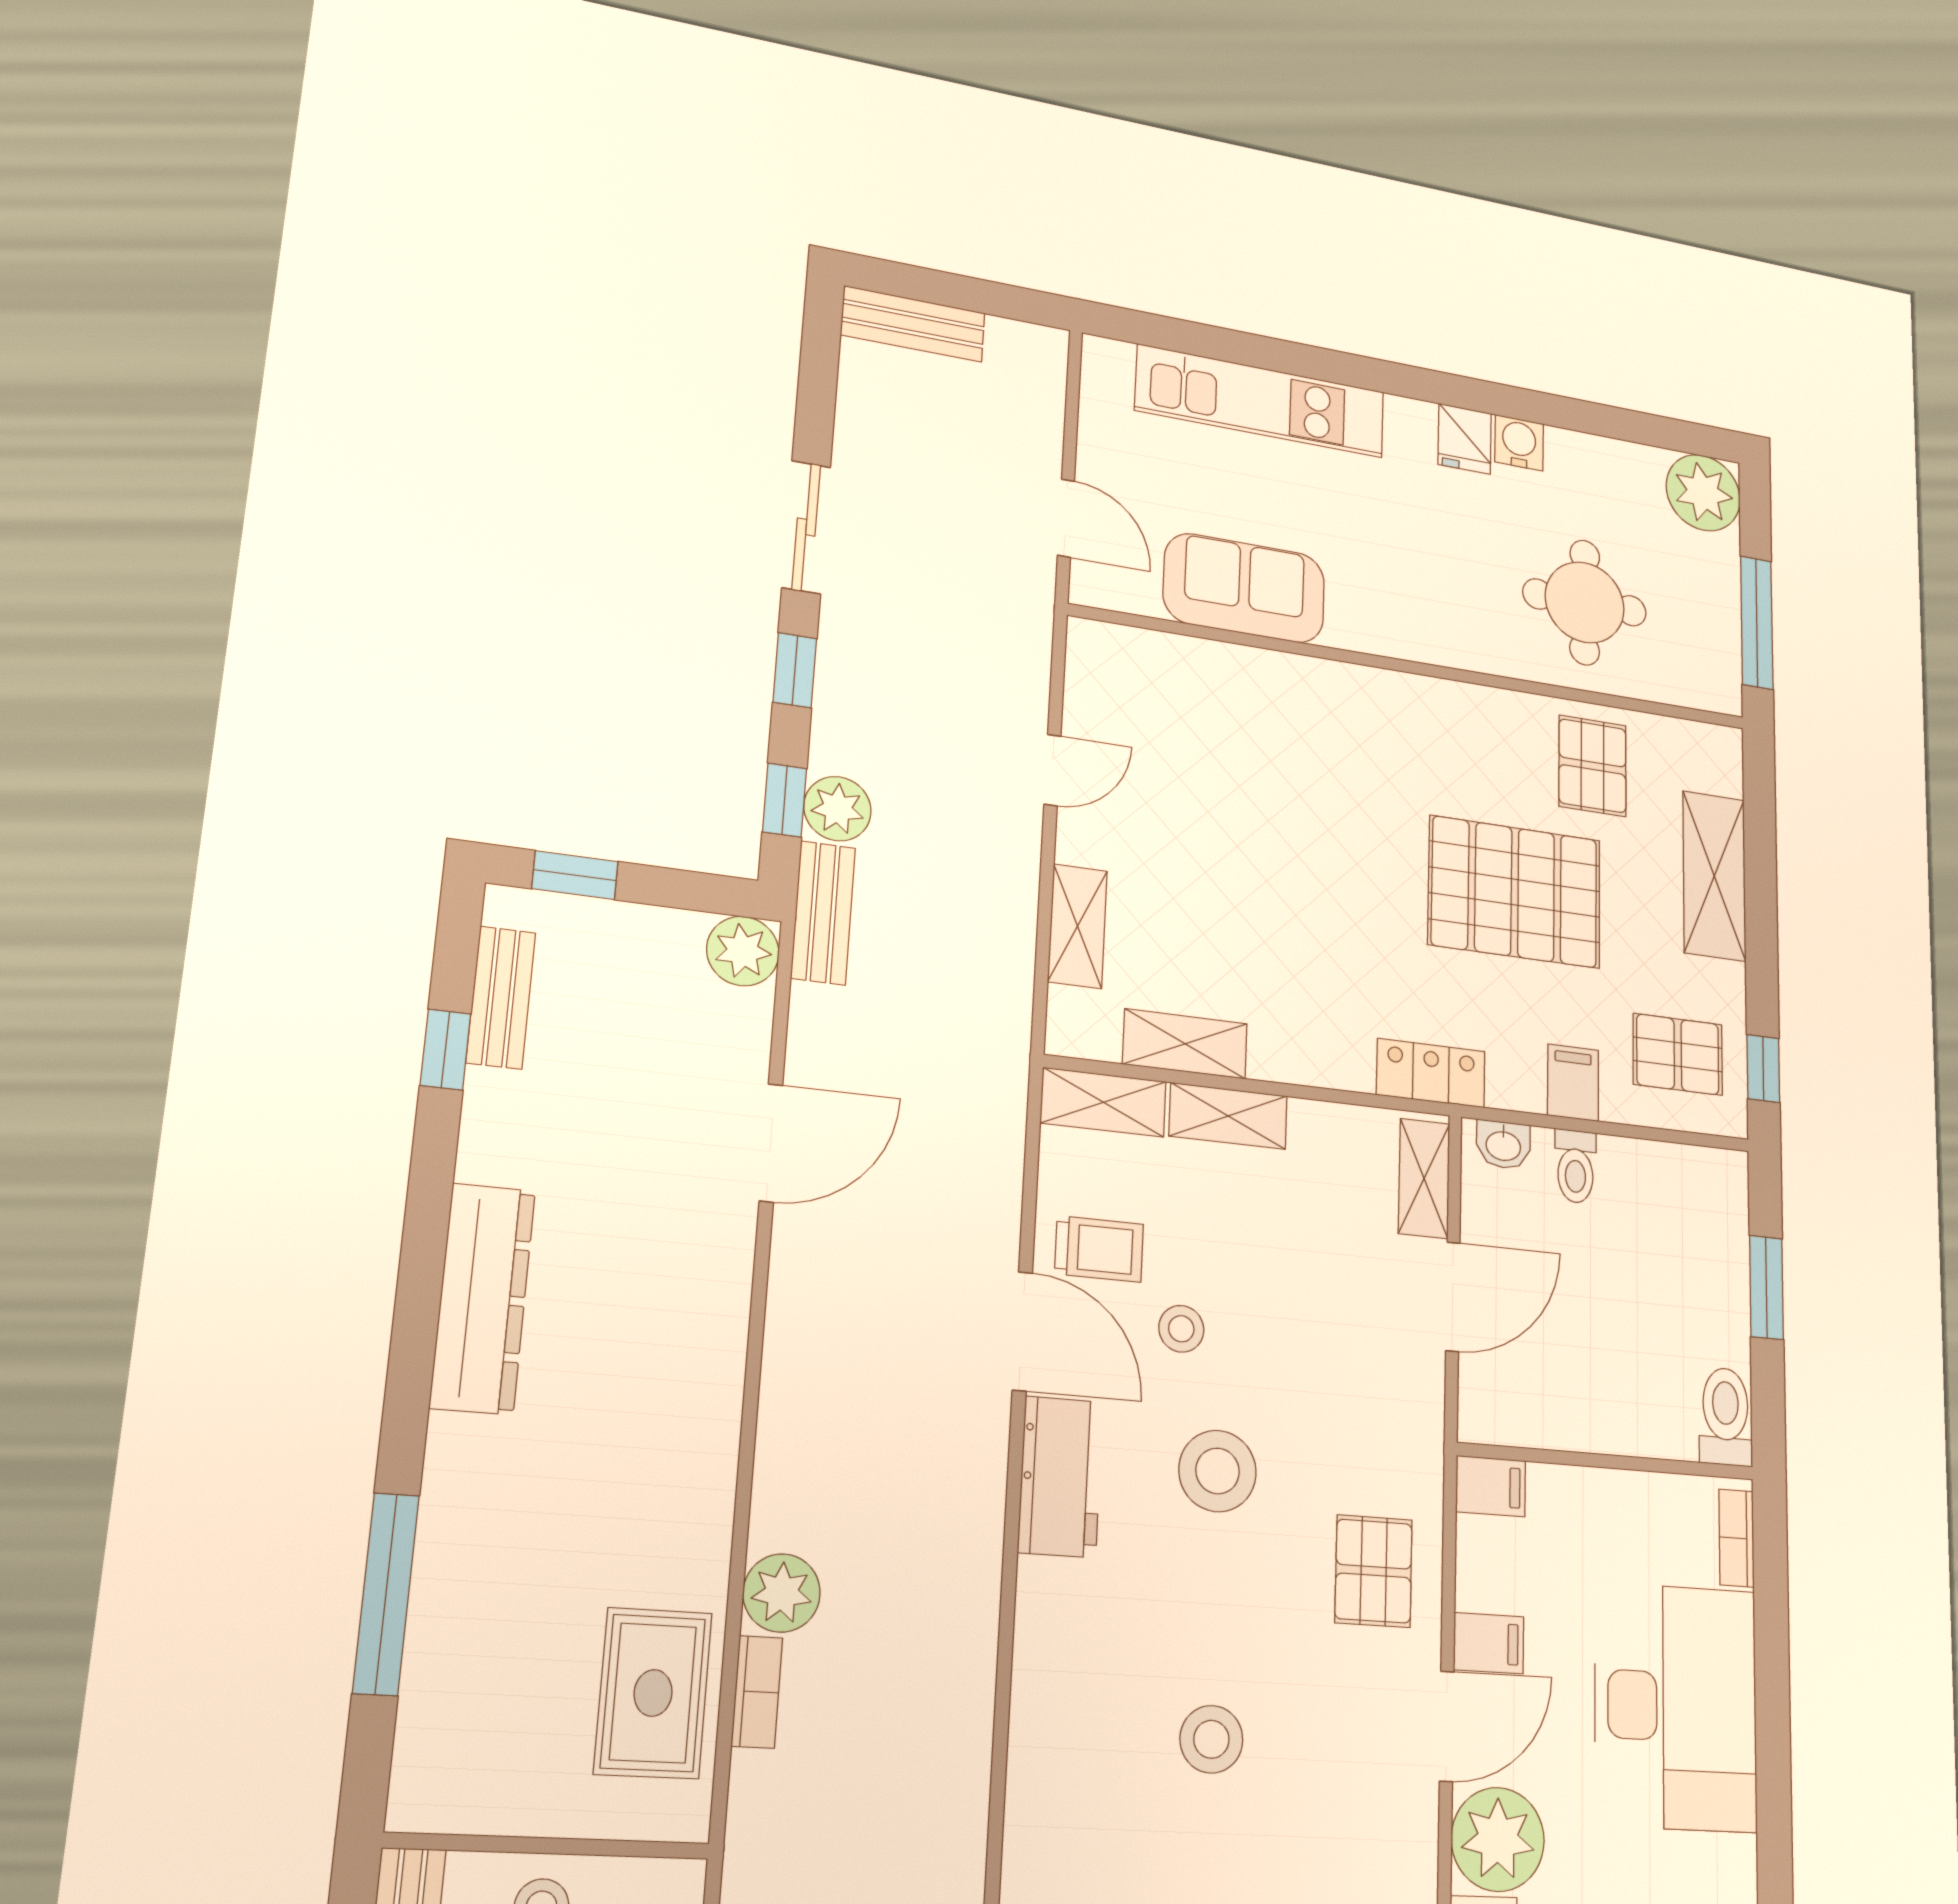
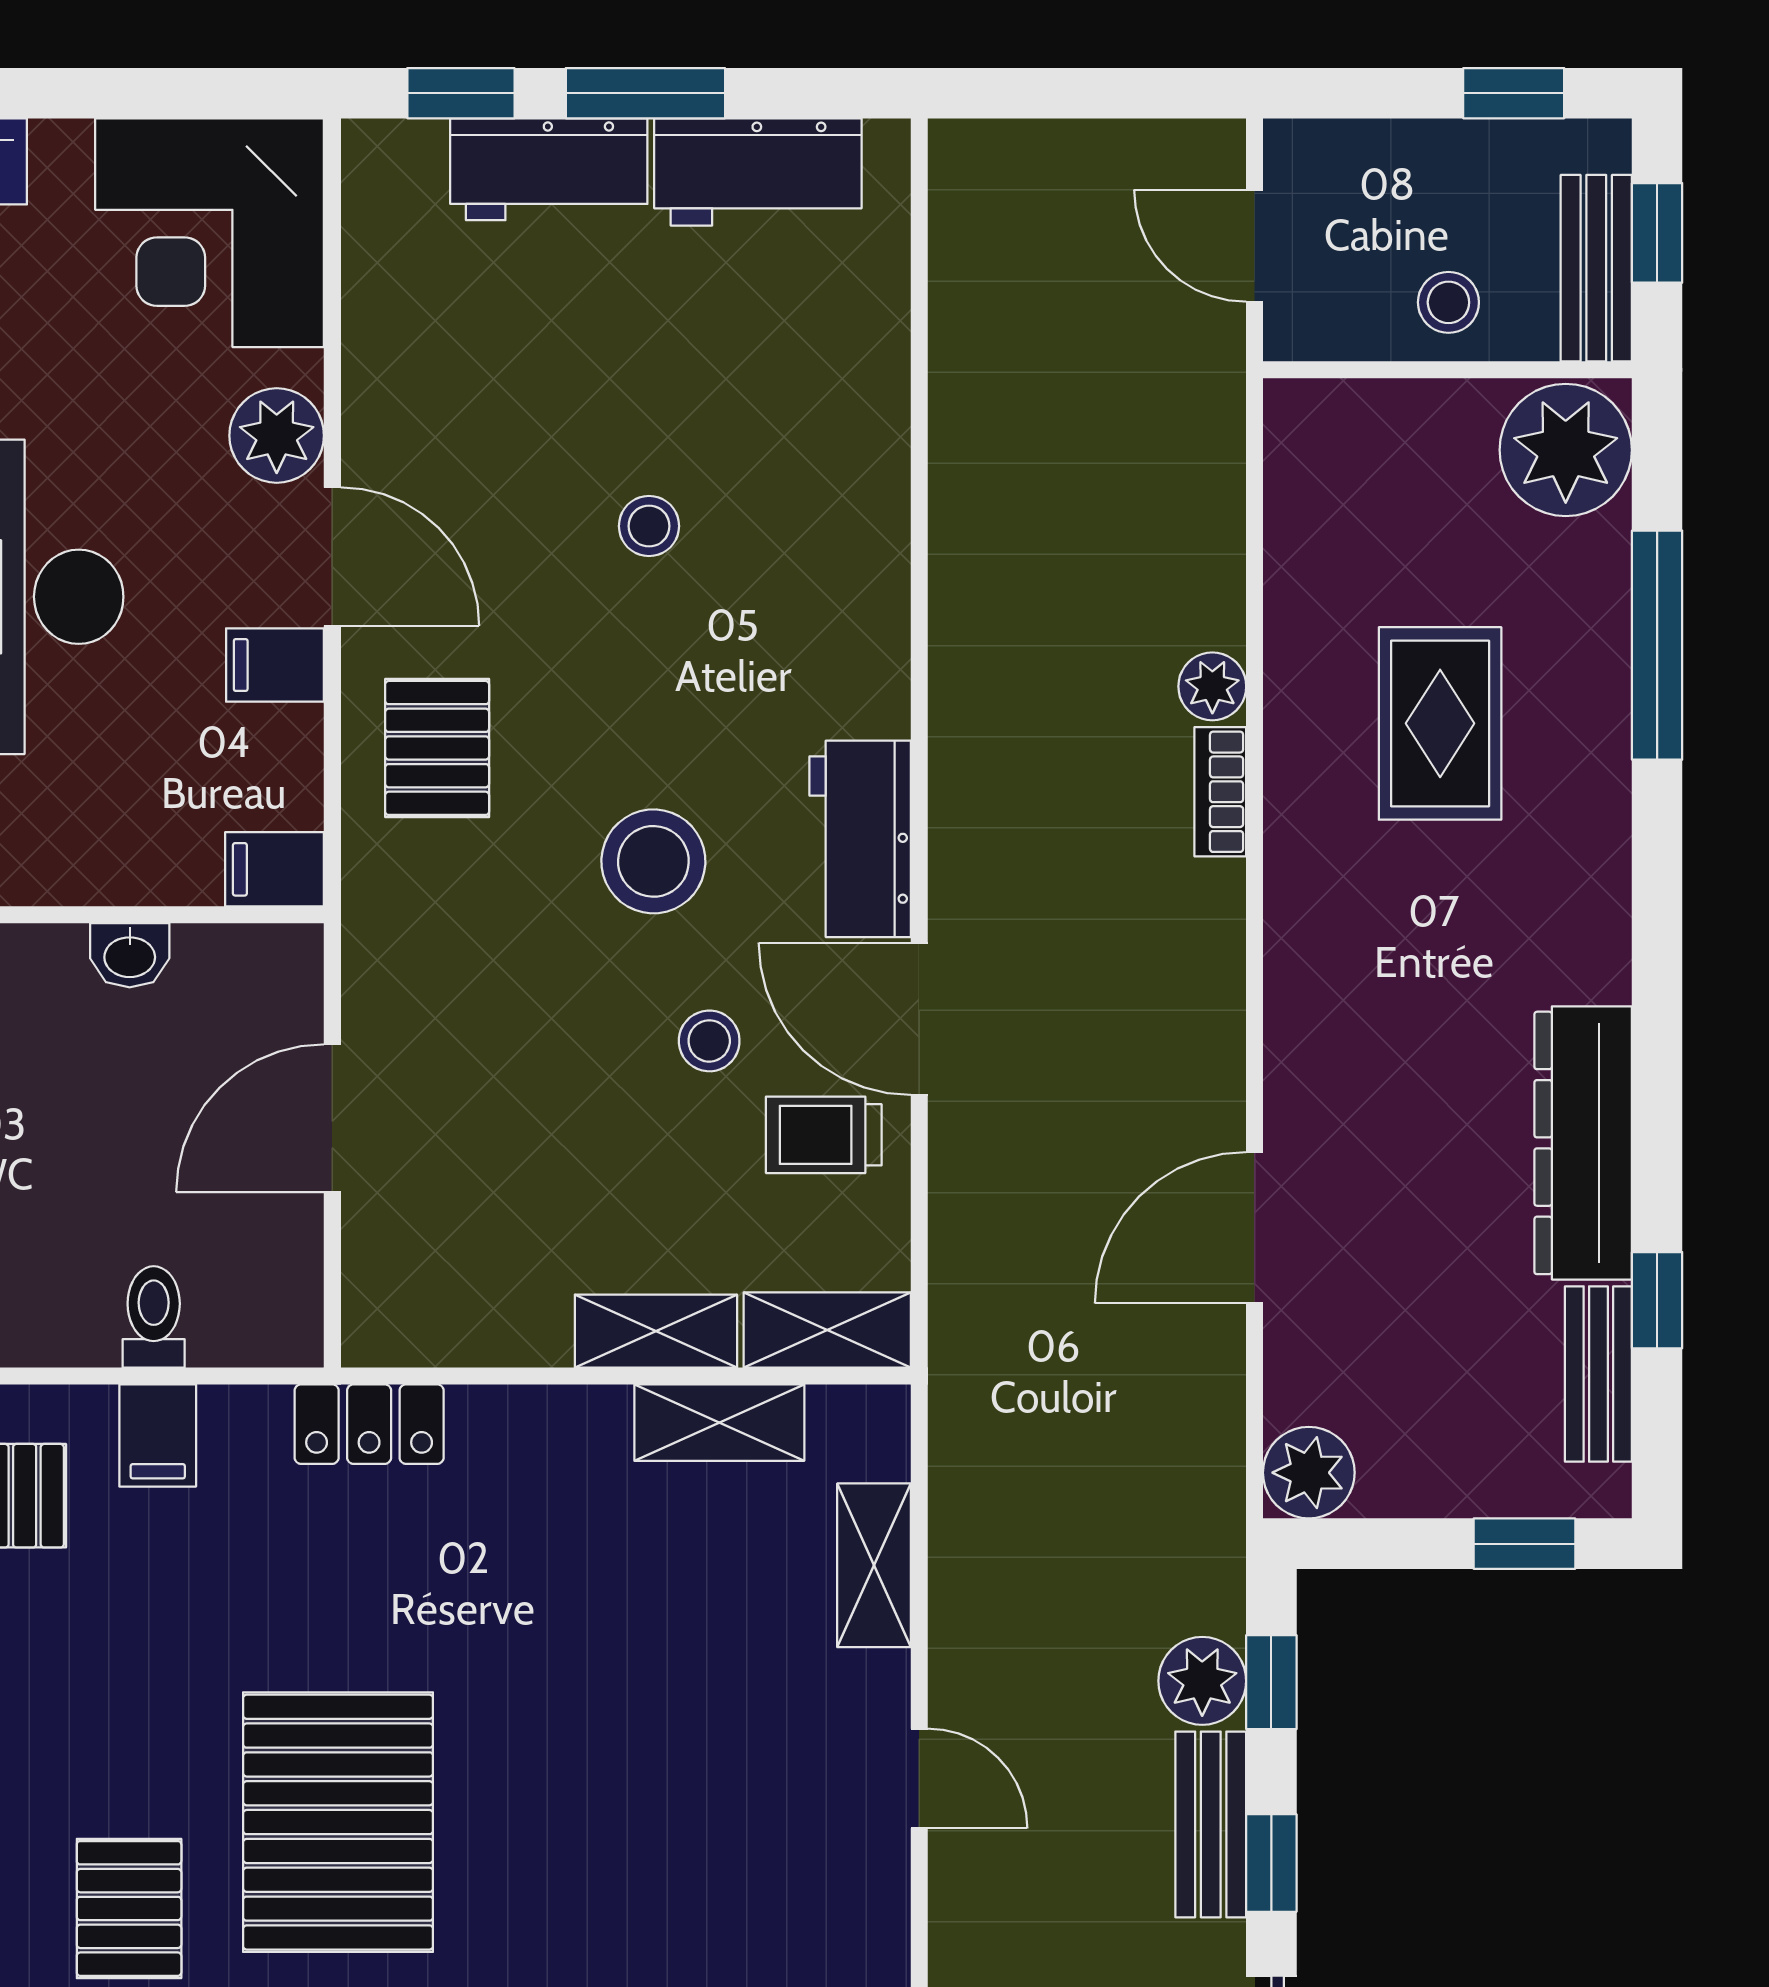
door: (1052, 770) -> (919, 1778), swing flipped
pallet: (1515, 892) -> (338, 1822), moved, turned 90
bench: (823, 913) -> (1211, 1824), moved
washbasin: (1503, 1145) -> (130, 955), moved, turned 180
shelving: (1424, 1178) -> (377, 1276), removed
dresser: (483, 1298) -> (1583, 1143), moved
plant: (782, 1593) -> (1212, 686), width x0.73, depth x0.73
bookcase: (757, 1692) -> (1220, 792), moved
rug: (653, 1693) -> (1440, 723), moved
door: (1447, 1726) -> (332, 557), swing flipped
stool: (1211, 1739) -> (649, 526), width x0.73, depth x0.73
plant: (450, 1770) -> (1566, 450), added
plant: (1498, 1839) -> (277, 436), width x0.73, depth x0.73

